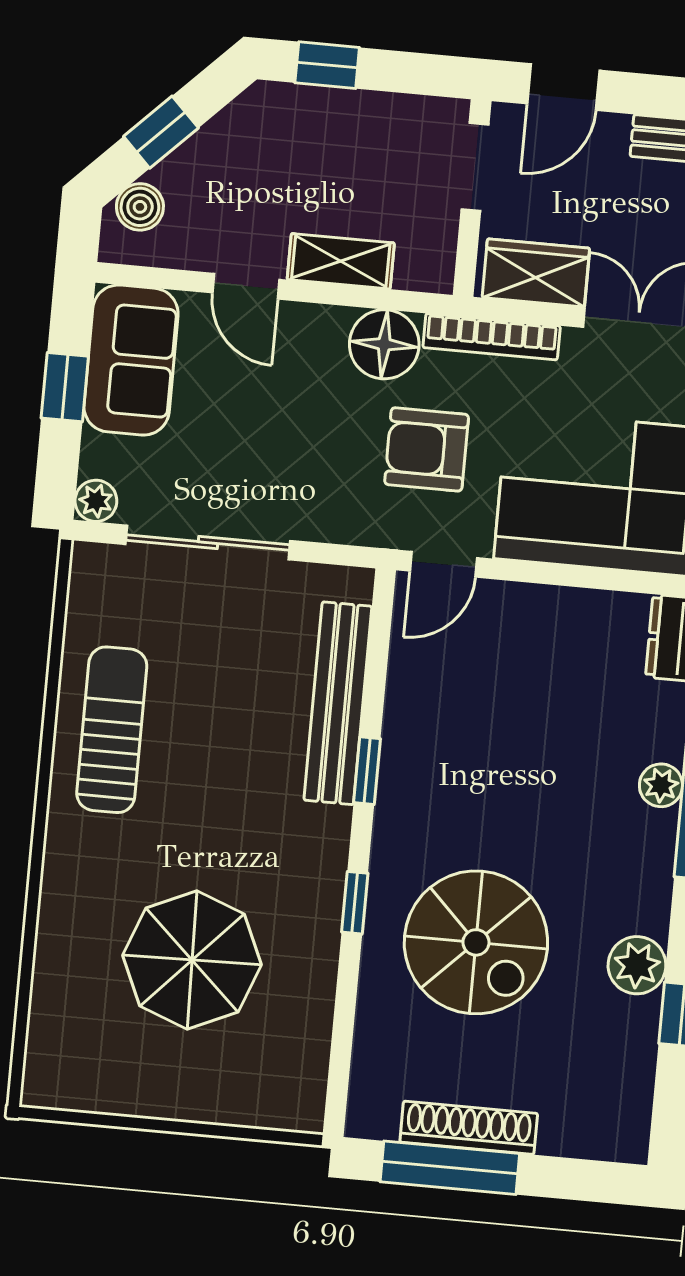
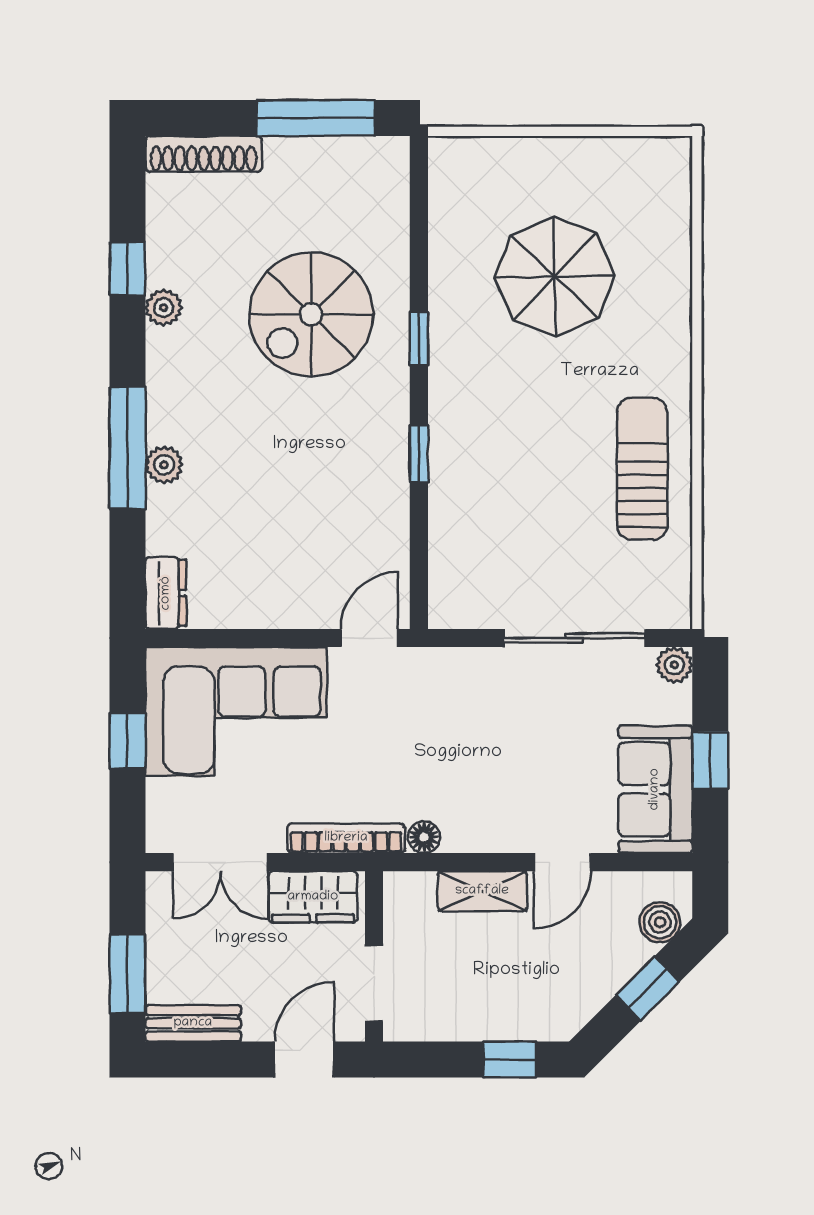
door: (246, 286) -> (562, 862), swing flipped
floor lamp: (384, 344) -> (424, 837), width x0.53, depth x0.53
armchair: (427, 449) -> (393, 736), removed
bench: (338, 703) -> (449, 510), removed
sun lounger: (112, 730) -> (642, 469), turned 180
spiral stairs: (476, 942) -> (311, 314), turned -90
plant: (637, 965) -> (164, 308), width x0.73, depth x0.73
shoe rack: (469, 1128) -> (204, 154), moved

